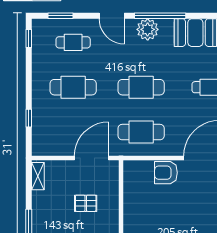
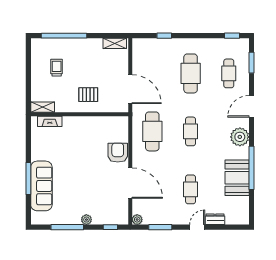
window: (160, 16) -> (252, 168), moved
cafe table: (141, 87) -> (191, 131), width x0.73, depth x0.74
pallet: (86, 203) -> (88, 95), moved, turned 90

